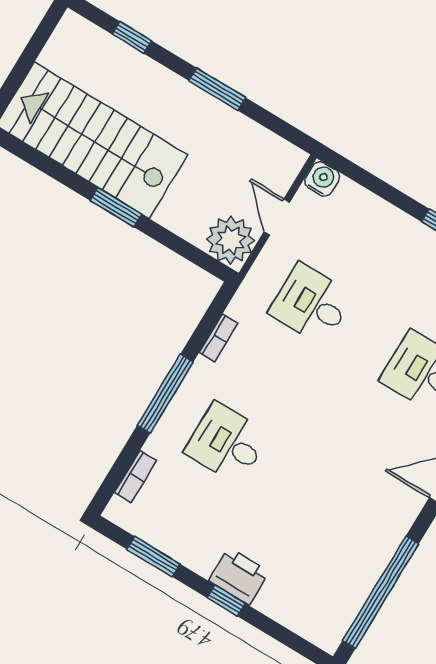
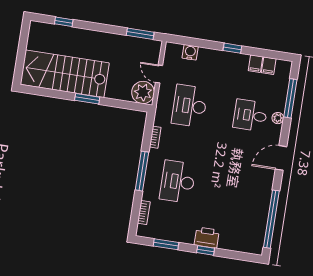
window: (217, 89) -> (140, 34), moved
water cooler: (322, 179) -> (190, 52), moved
desk: (311, 304) -> (190, 106), width x1.37
desk: (227, 443) -> (178, 182), width x1.37

